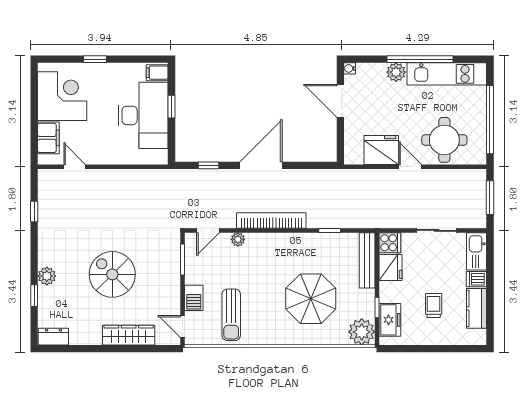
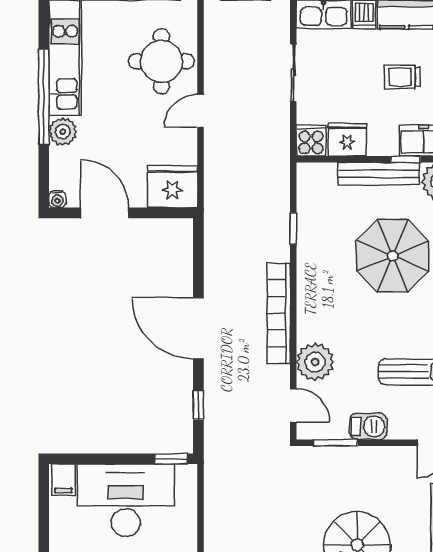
door: (340, 101) -> (104, 213), swing flipped
window: (171, 107) -> (171, 459), moved
fridge: (381, 150) -> (172, 187), moved, turned 90
plant: (238, 239) -> (315, 362), width x1.88, depth x1.88
bench: (367, 260) -> (379, 174), moved
barbecue: (194, 298) -> (368, 426), moved

